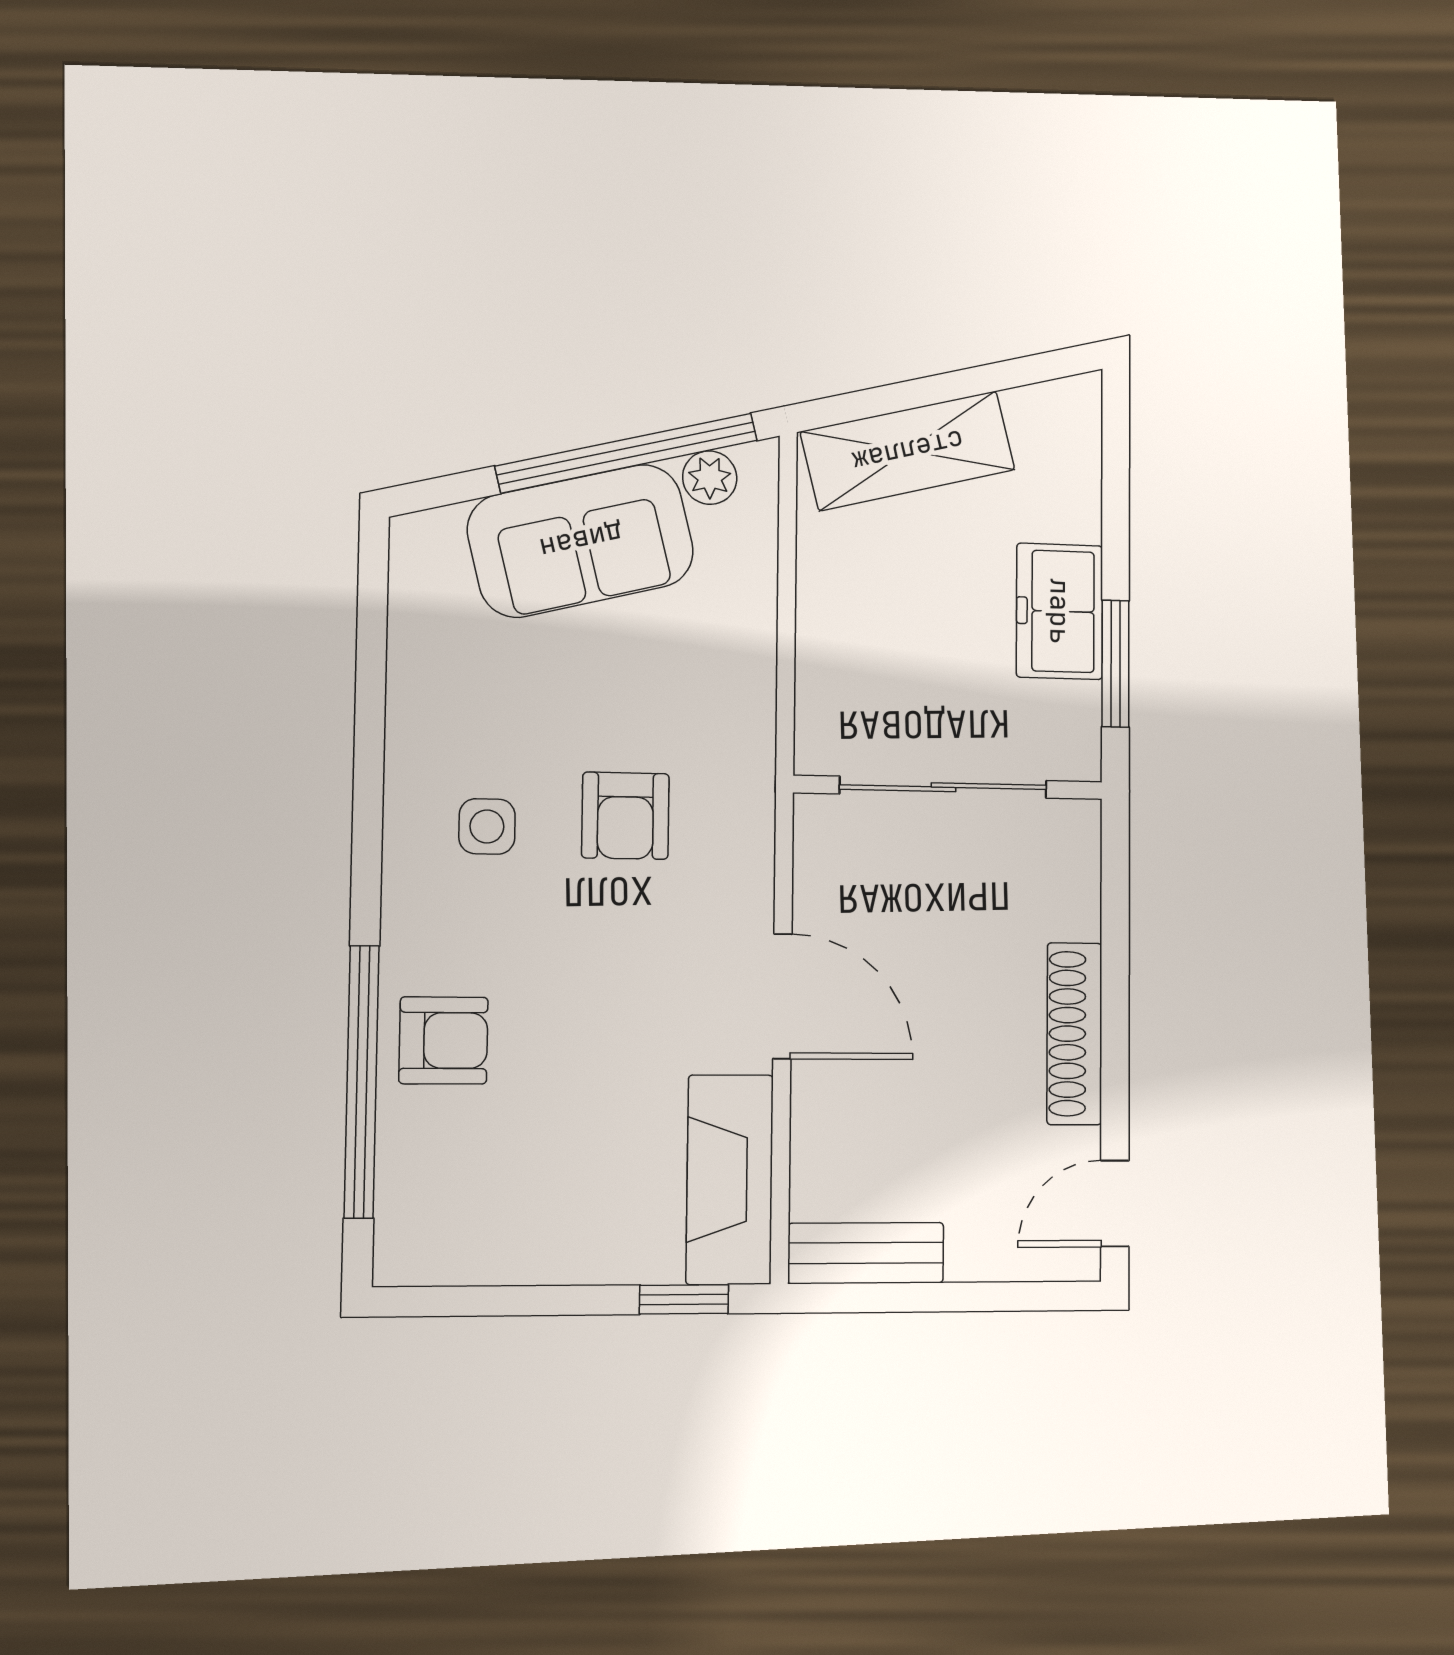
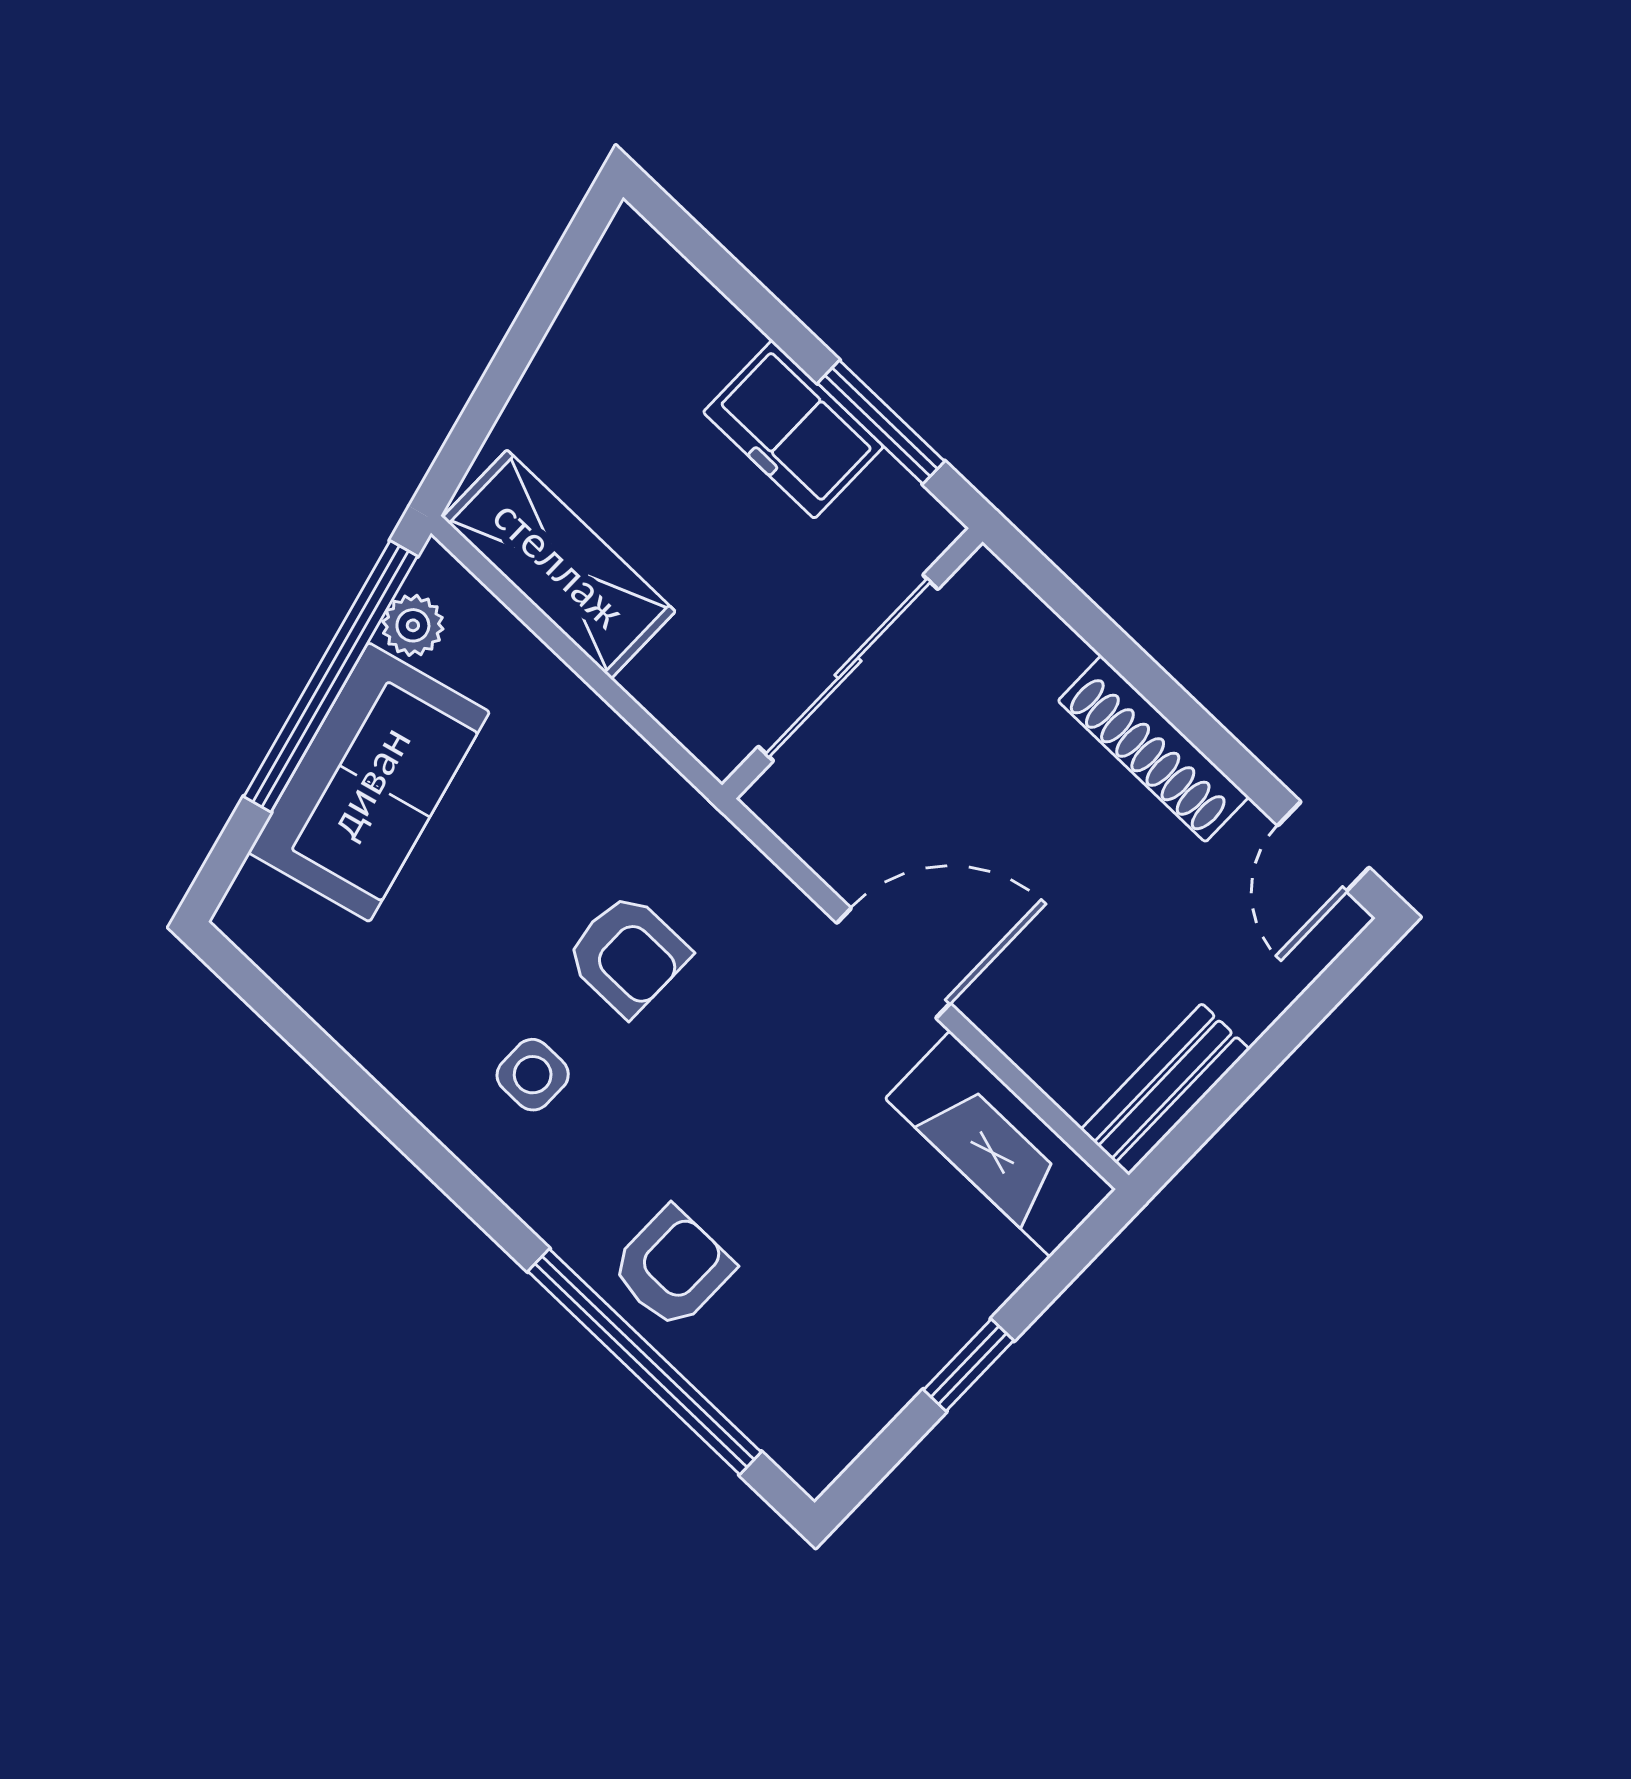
shelving: (908, 451) -> (559, 564), moved, turned -76
window: (684, 1299) -> (969, 1365), moved

